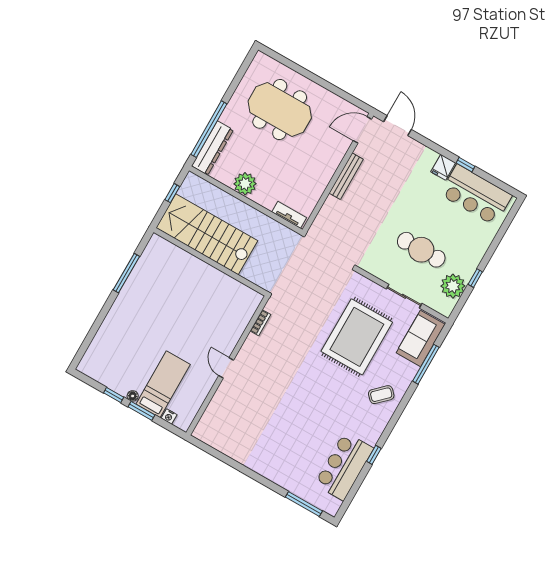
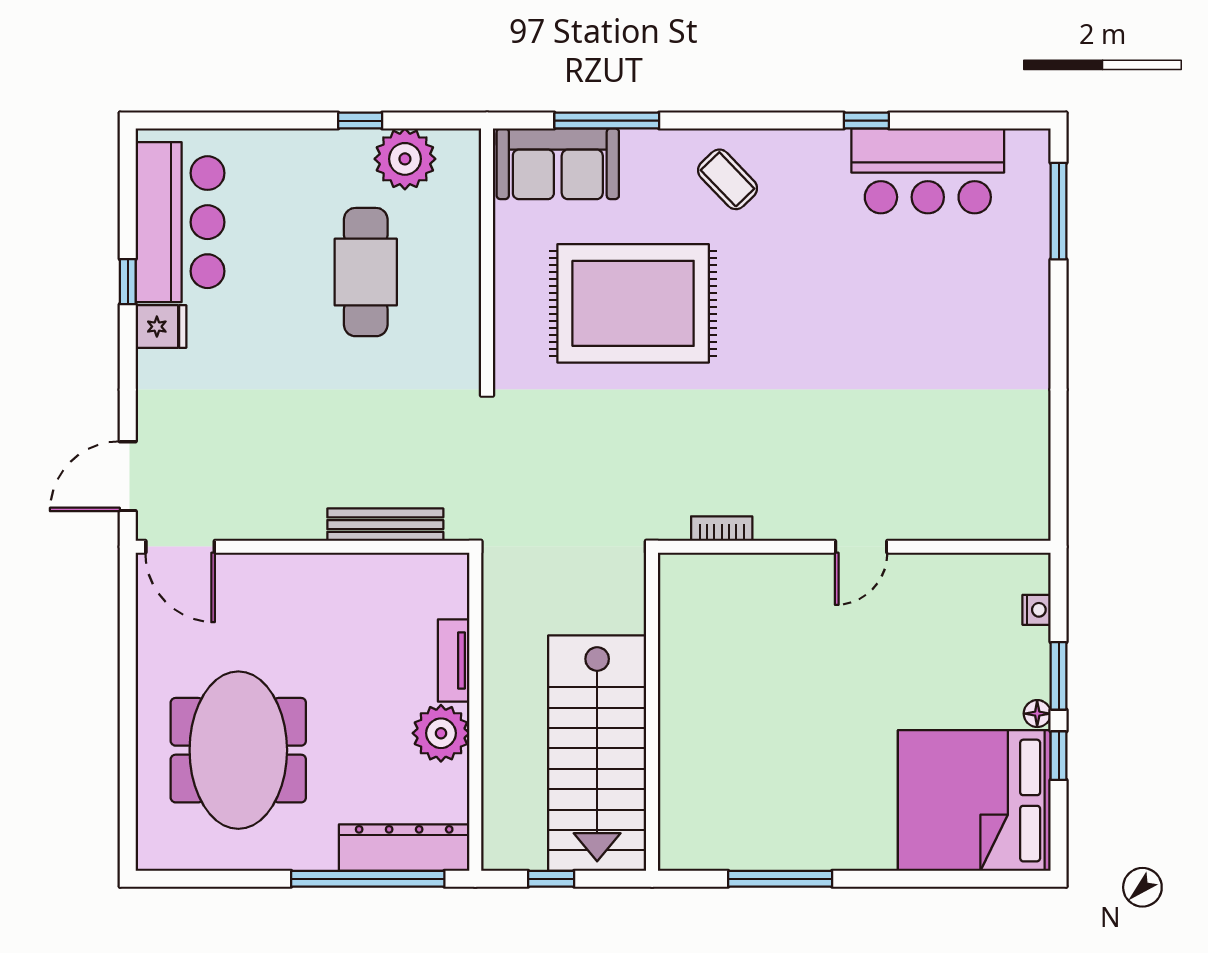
bench: (346, 176) -> (385, 525), moved
tv unit: (289, 215) -> (454, 660), moved
sliding door: (404, 296) -> (487, 252), removed
bed: (163, 384) -> (974, 801), moved, width x2.04

